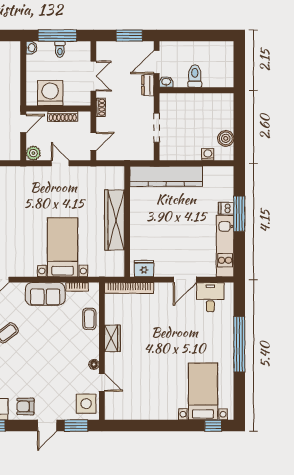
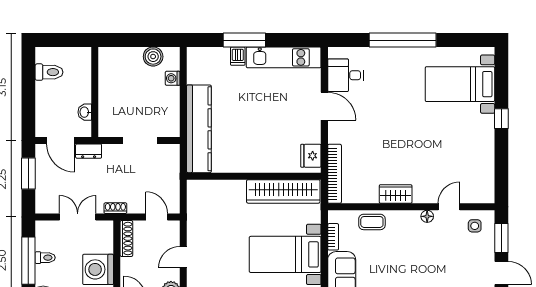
toilet: (195, 76) -> (49, 72), moved, turned 180
washbasin: (166, 82) -> (85, 112), moved
shoe rack: (63, 116) -> (126, 239), moved
wardrobe: (115, 220) -> (283, 191), moved
side table: (86, 404) -> (475, 226), width x0.54, depth x0.54
window: (213, 426) -> (501, 119), moved

